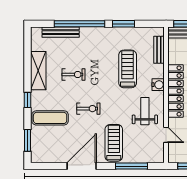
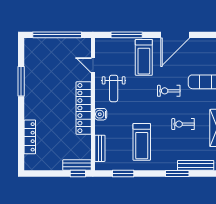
window: (79, 24) -> (177, 173), width x0.47
window: (124, 24) -> (123, 173), moved
treadmill: (128, 69) -> (142, 142), moved

